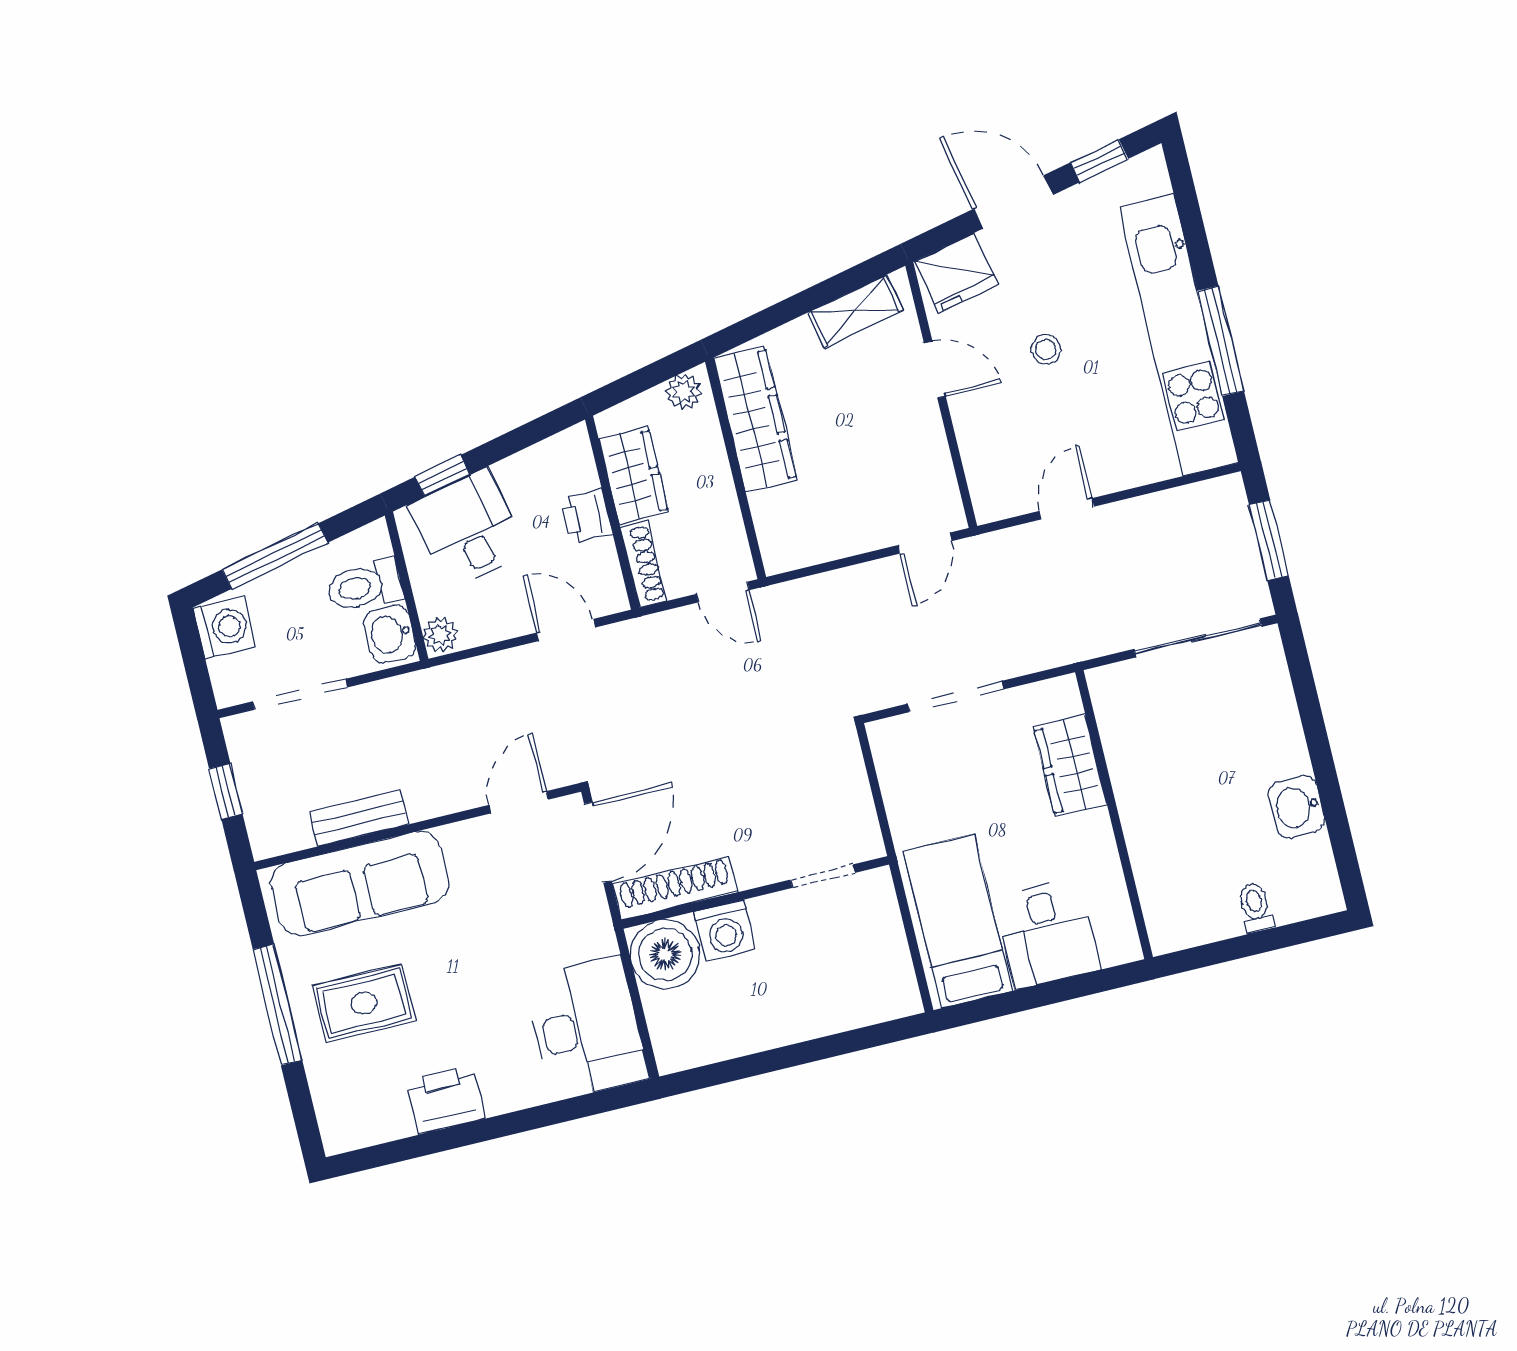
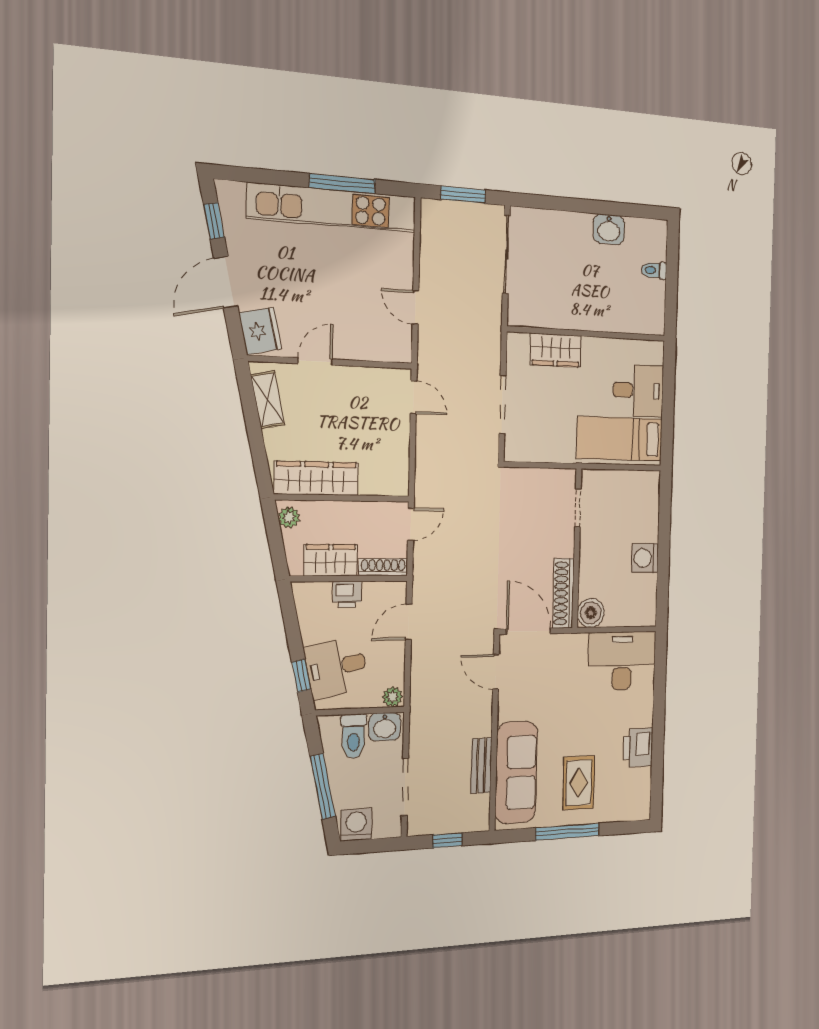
stool: (1046, 349) -> (320, 291), removed
washing machine: (725, 931) -> (645, 558), moved, turned 180
boiler: (665, 954) -> (591, 613), width x0.73, depth x0.73

